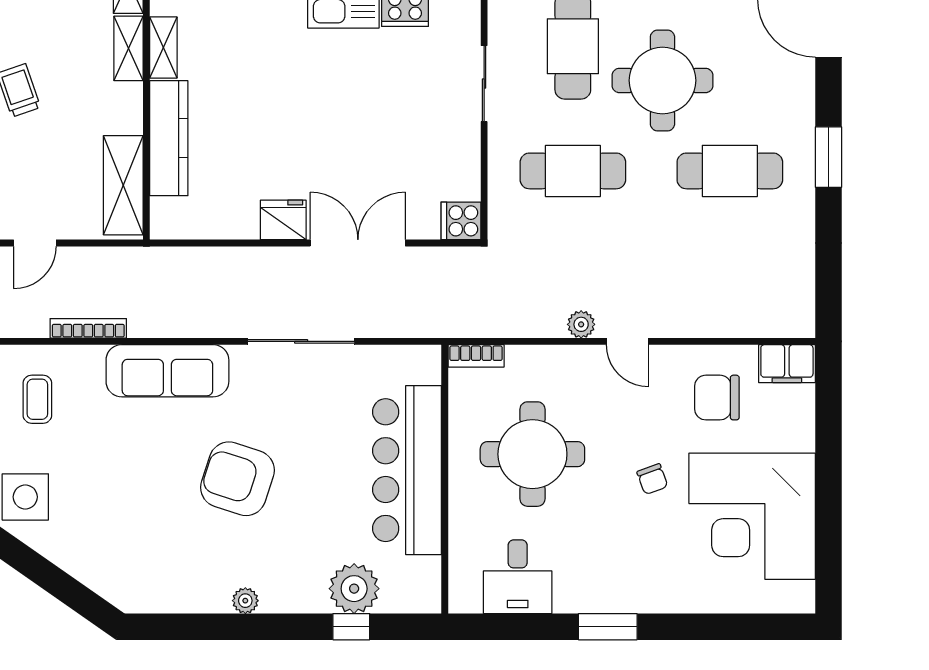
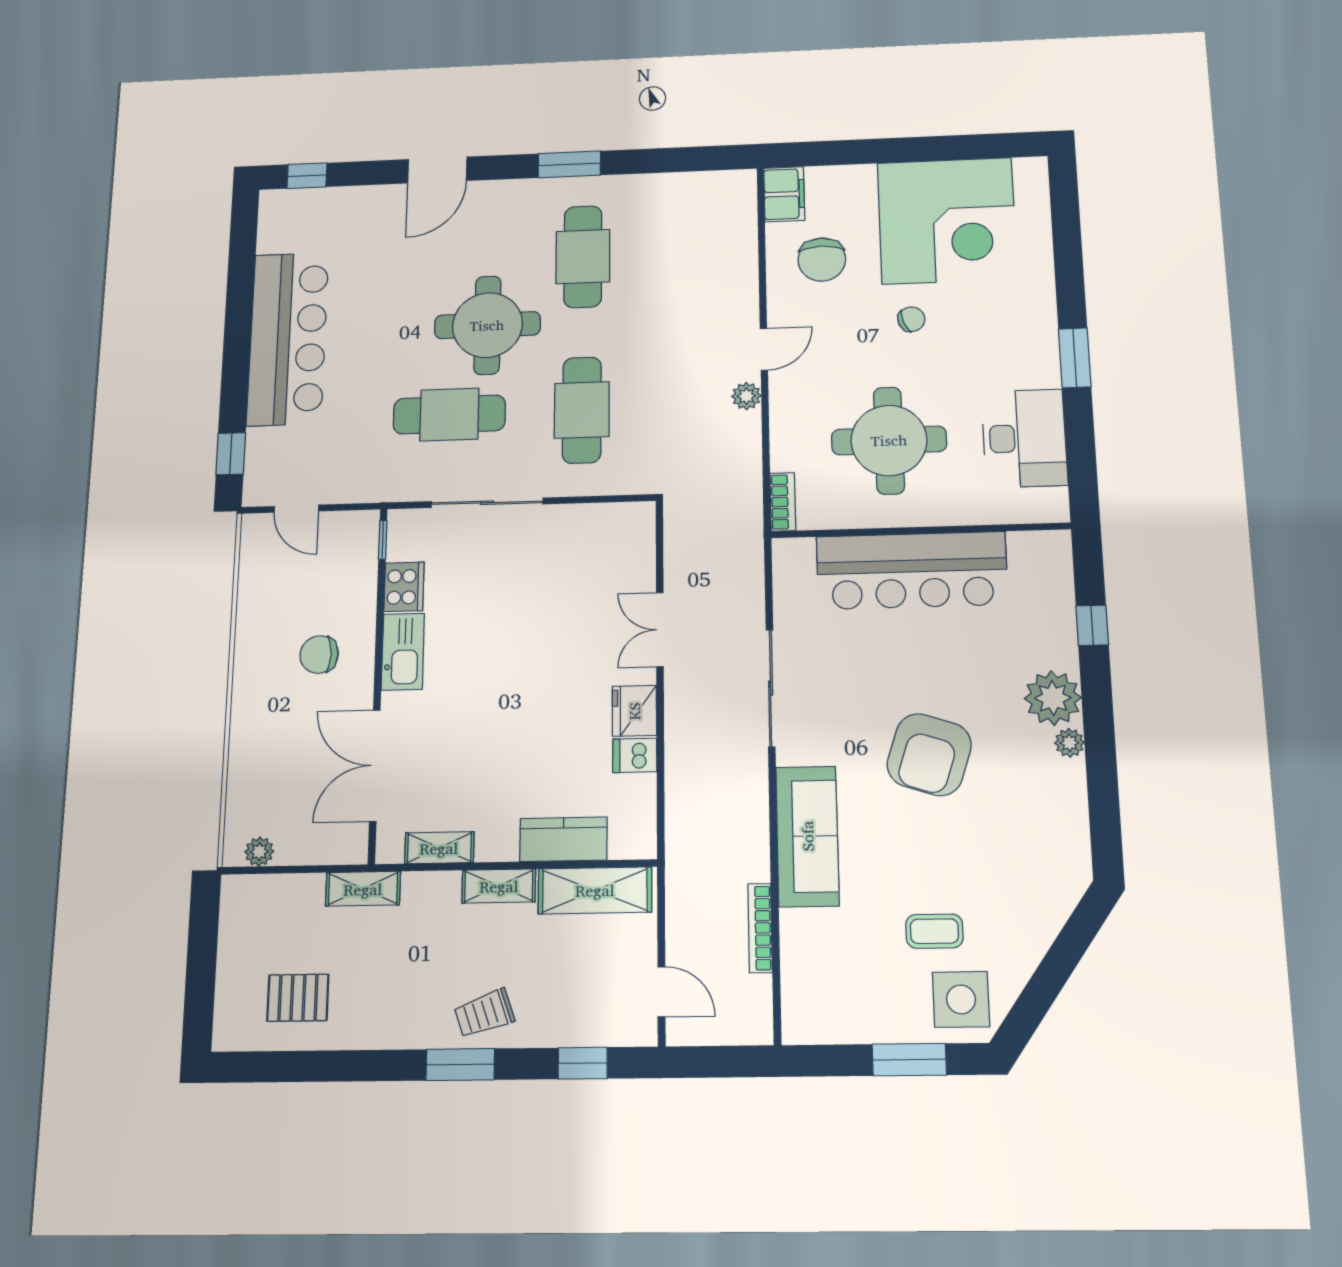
shelving: (128, 48) -> (499, 886), moved
sliding door: (484, 84) -> (487, 503), width x1.37
kitchen counter: (169, 138) -> (563, 839), width x0.67
dishwasher: (243, 220) -> (635, 755), added
cooker: (461, 221) -> (635, 522), removed
double door: (358, 243) -> (660, 630), width x0.73
coffee table: (37, 399) -> (934, 931), moved
desk: (518, 577) -> (1024, 438), width x1.37
plant: (354, 589) -> (1053, 698), moved

